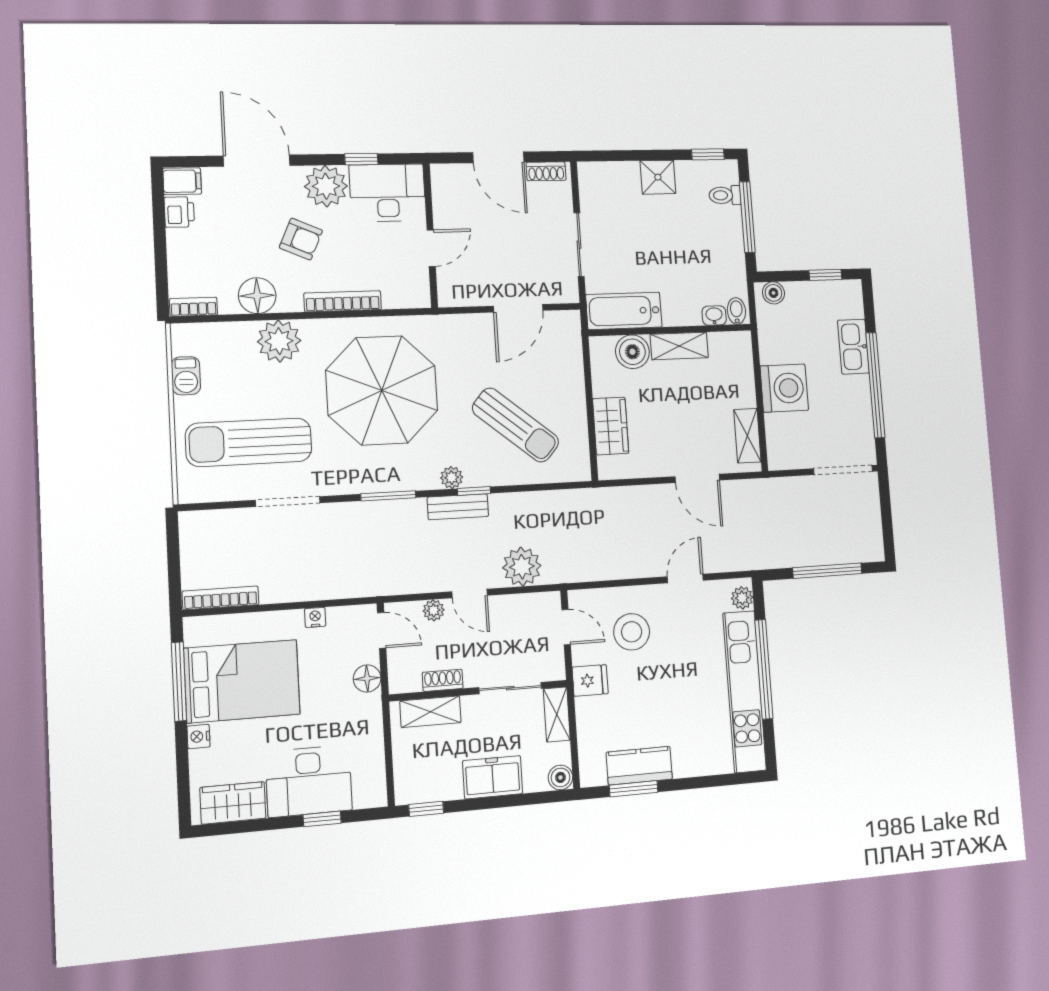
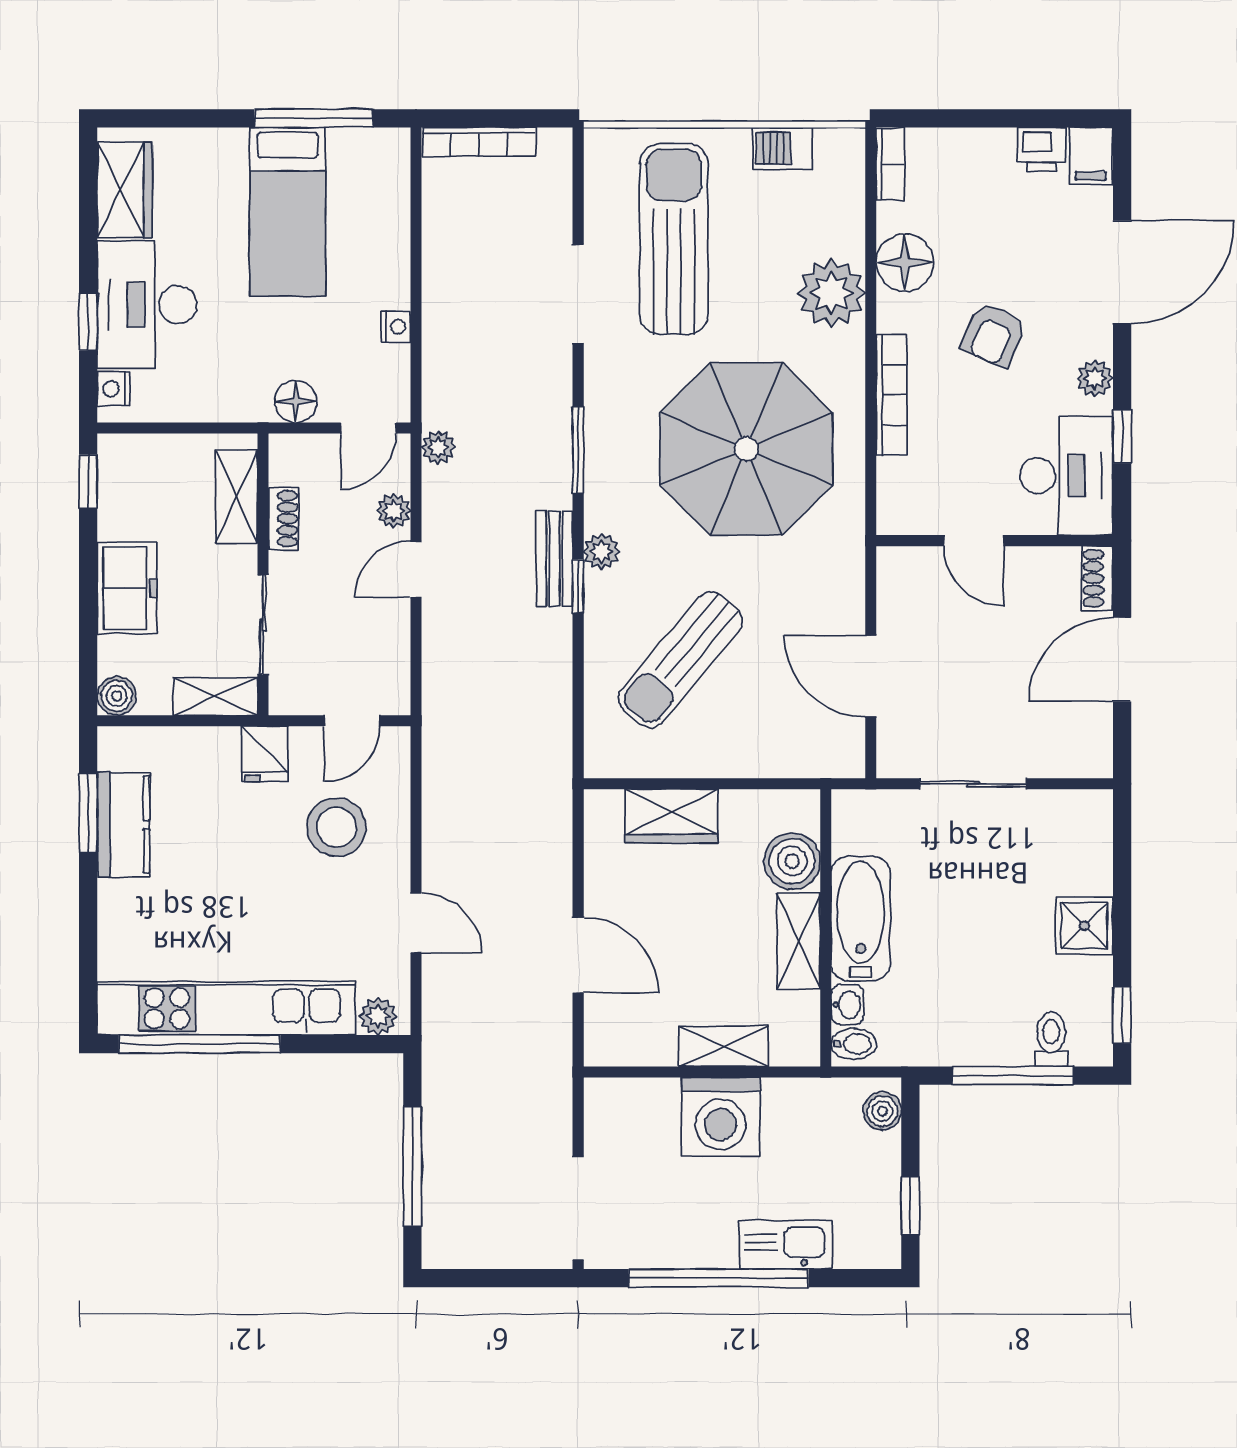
shoe rack: (546, 171) -> (1097, 578), moved
plant: (326, 186) -> (1095, 378), width x0.53, depth x0.53
bathtub: (624, 311) -> (861, 919), moved
shelving: (747, 436) -> (724, 1046), moved
door: (697, 478) -> (578, 955), swing flipped
plant: (522, 567) -> (438, 447), moved, width x0.53, depth x0.53
bookcase: (221, 598) -> (479, 142), moved, turned 90
window: (764, 669) -> (199, 1044), moved
bed: (242, 681) -> (288, 212), width x0.67
nightstand: (199, 736) -> (114, 389), moved, turned -90

